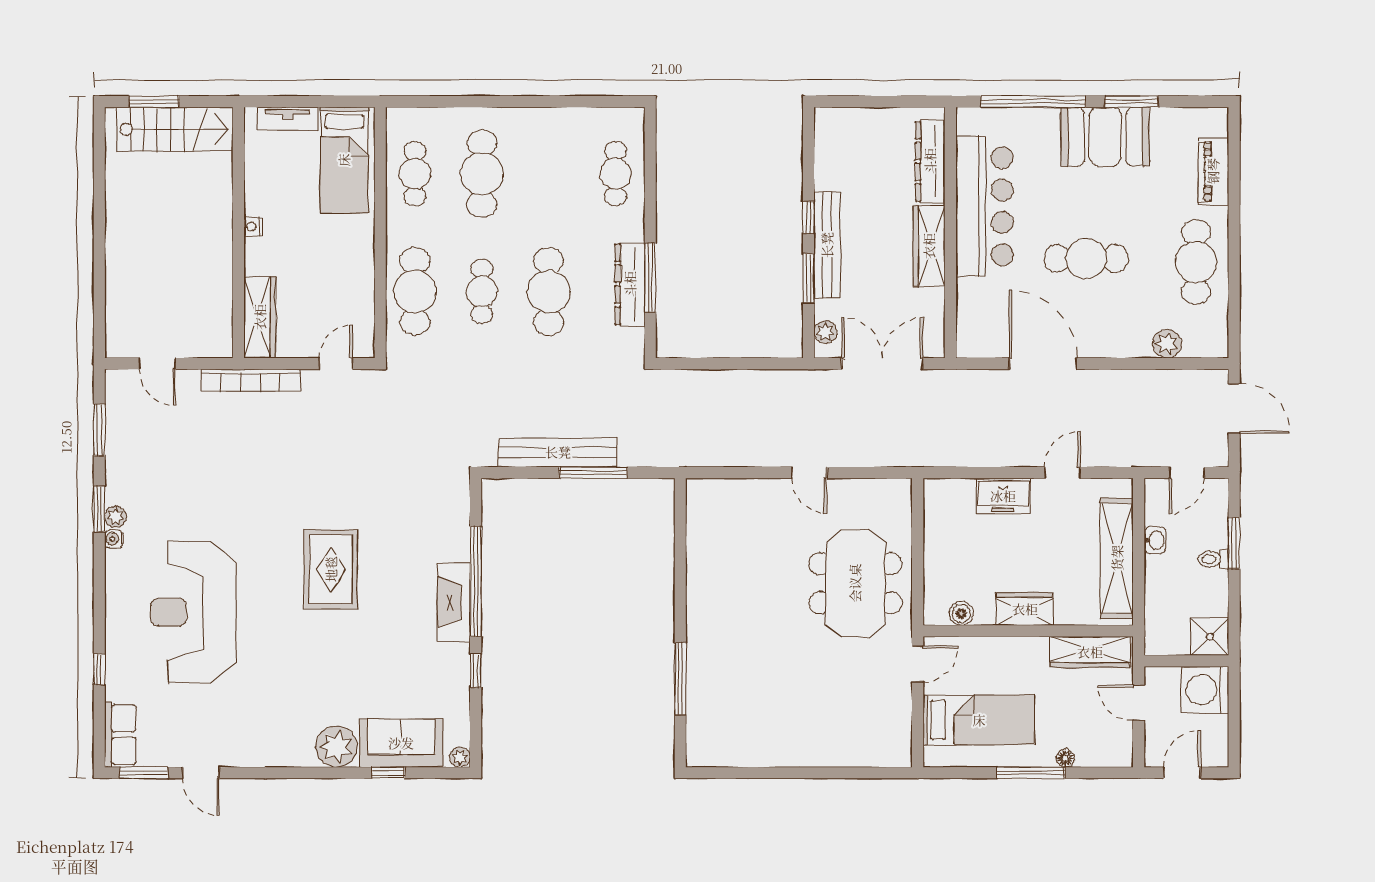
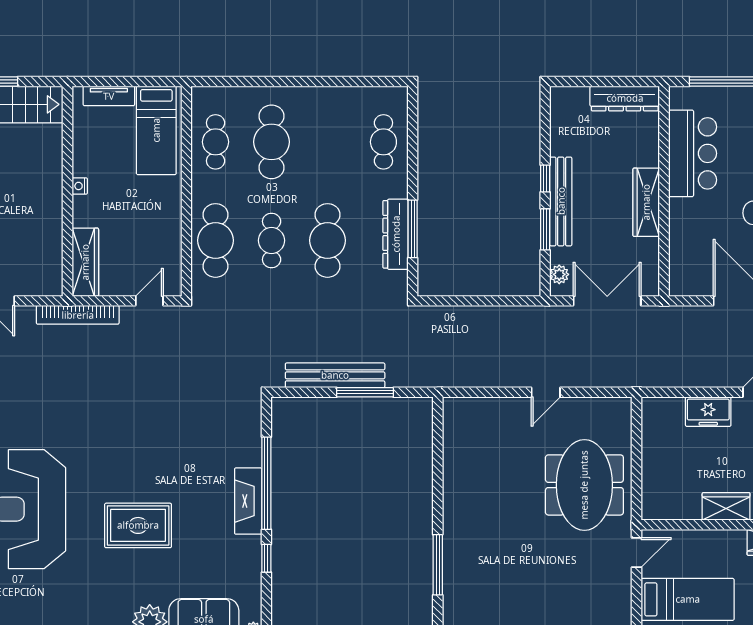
dresser: (930, 161) -> (625, 98), moved, turned -90
bar counter: (984, 206) -> (693, 153), width x0.73
door: (809, 473) -> (546, 392), hinge flipped
rug: (331, 569) -> (138, 525), moved, turned 90
boiler: (961, 613) -> (673, 510), removed

